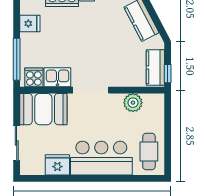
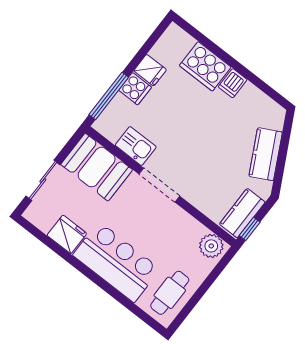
cooker: (34, 77) -> (135, 89), moved, turned 90
plant: (133, 103) -> (211, 246), moved

